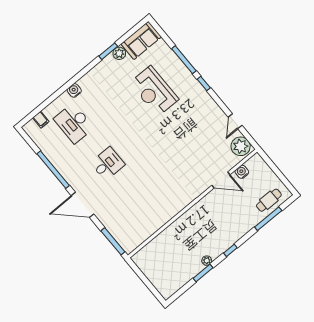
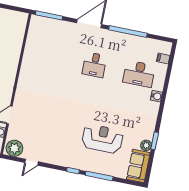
door: (235, 121) -> (32, 162), swing flipped
desk: (74, 123) -> (139, 74), turned 180

